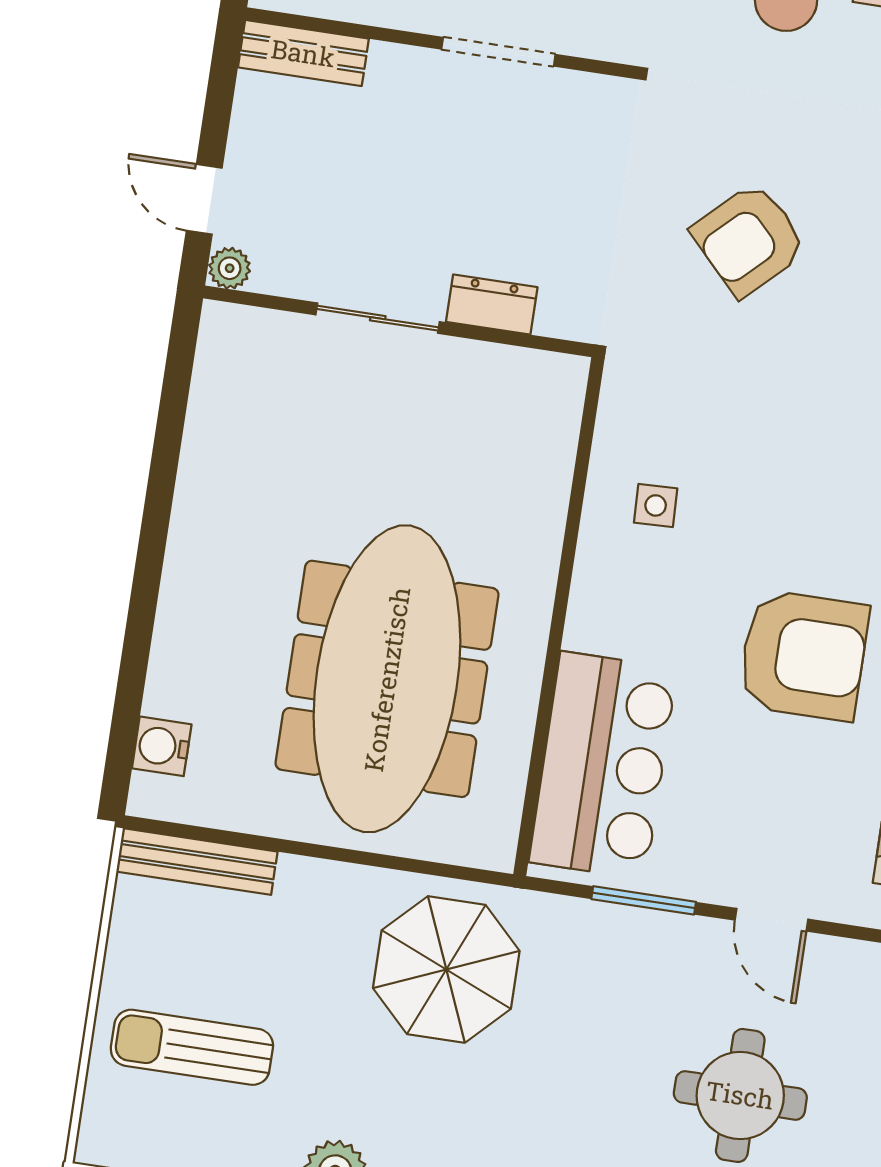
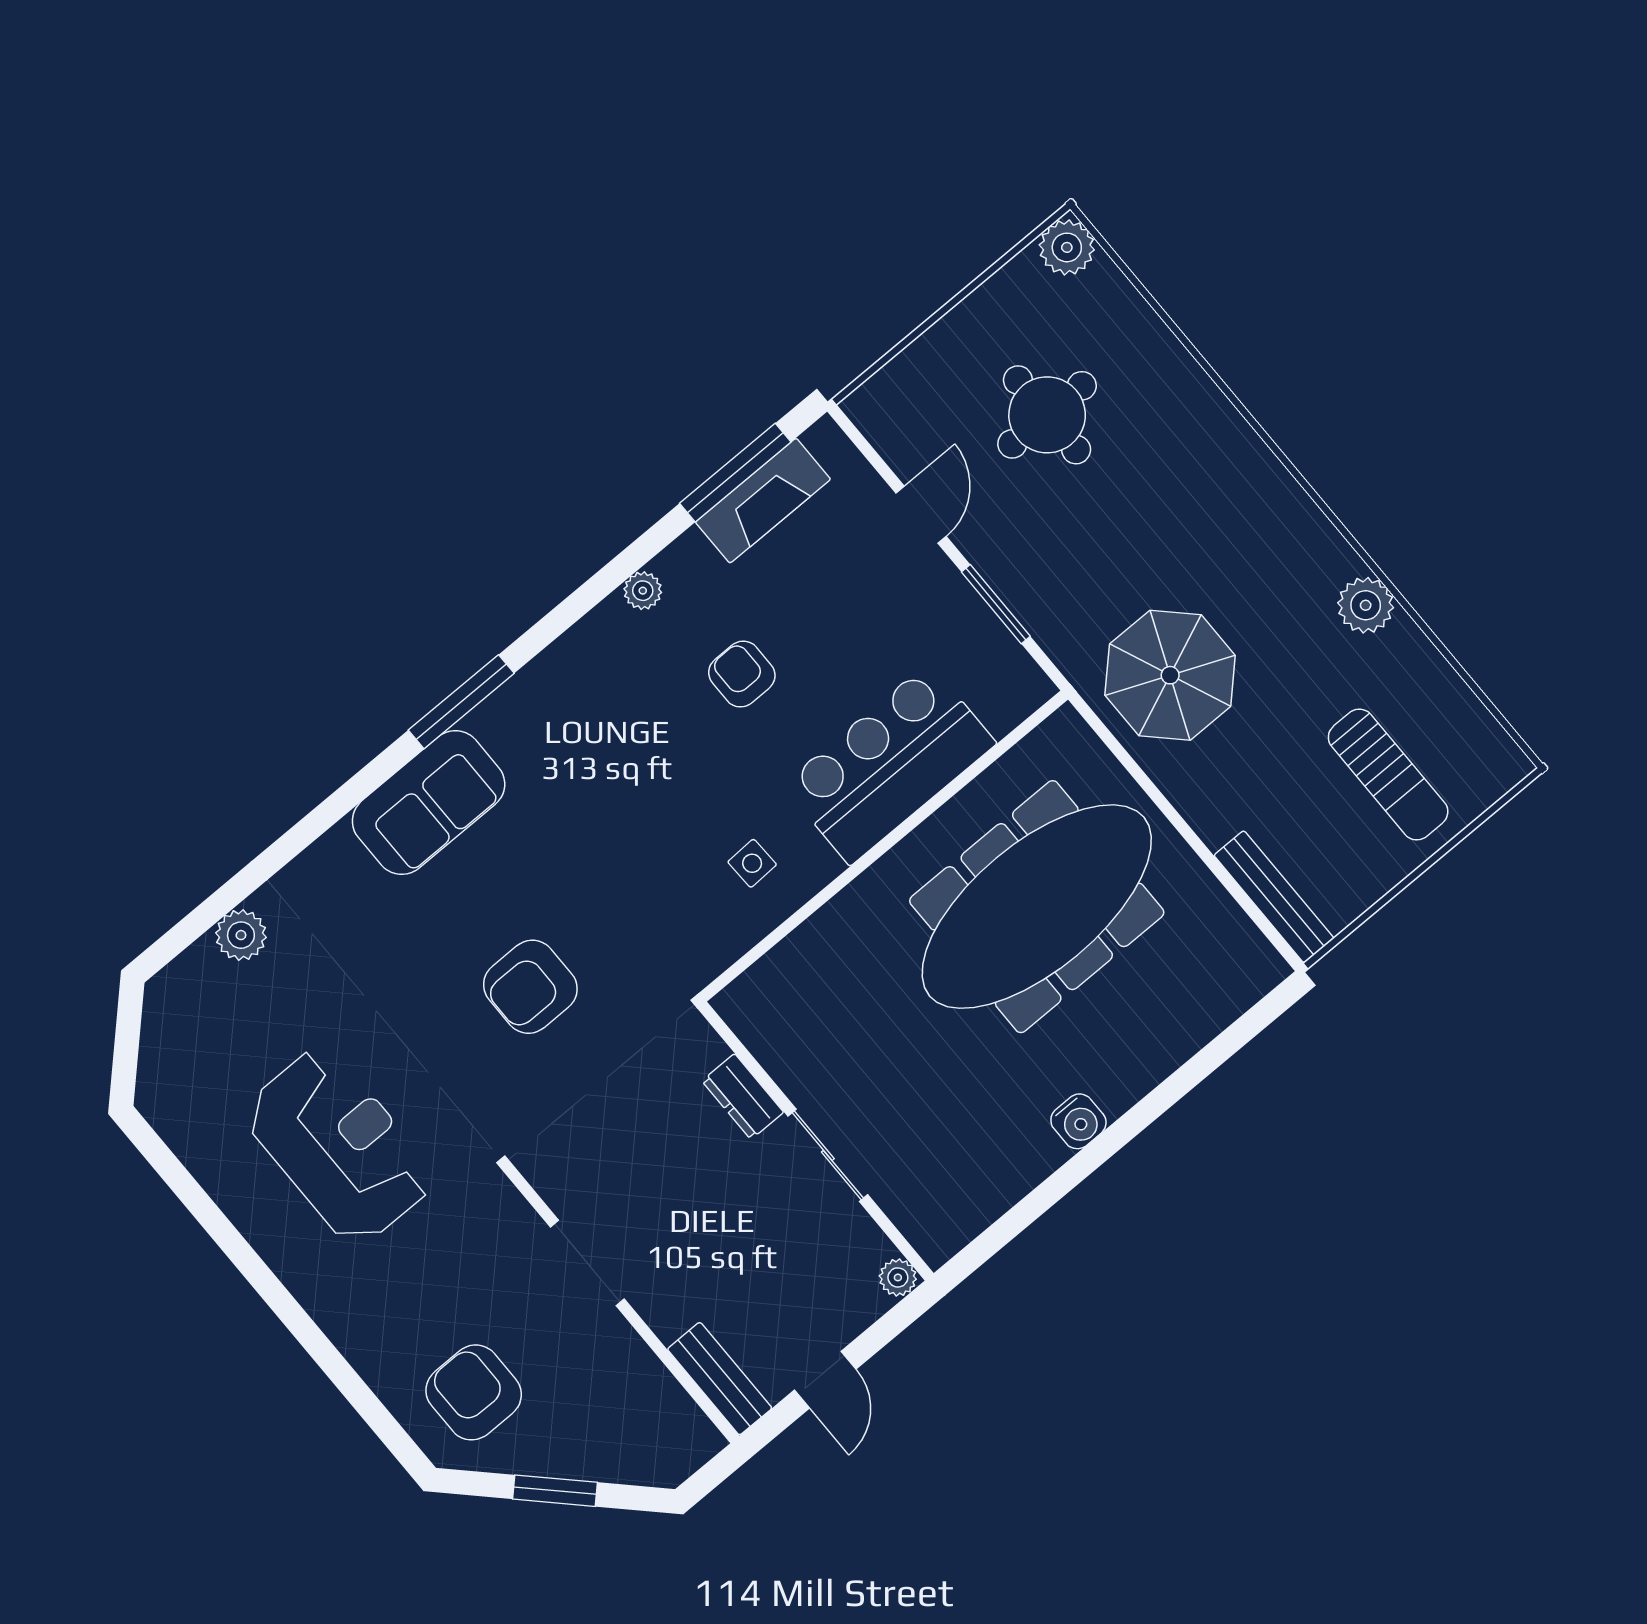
door: (204, 199) -> (825, 1380), moved
armchair: (749, 240) -> (530, 987), turned 134
armchair: (803, 655) -> (742, 674), width x0.53, depth x0.53
water cooler: (162, 746) -> (1078, 1121), moved
bar counter: (603, 765) -> (889, 764), moved

